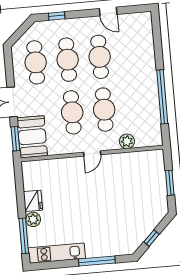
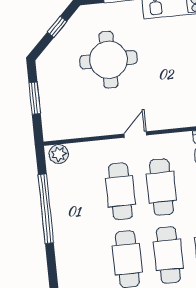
plant: (127, 141) -> (59, 154), moved
round table: (112, 212) -> (108, 60), added

